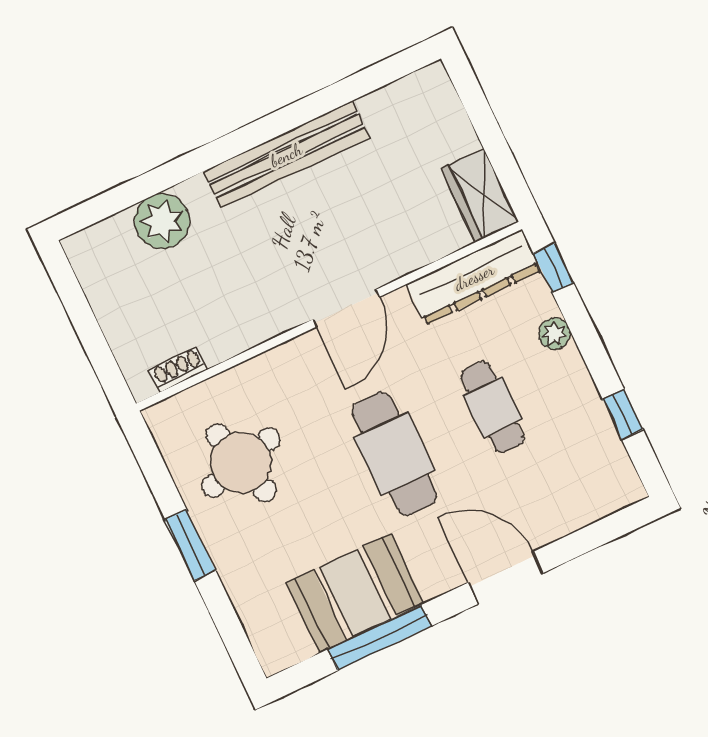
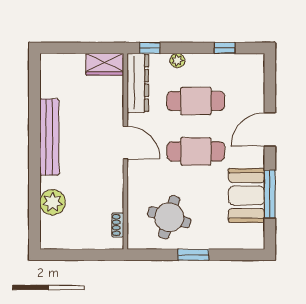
cafe table: (493, 407) -> (196, 101), width x1.37, depth x1.35
round table: (241, 463) -> (169, 217), turned 32

